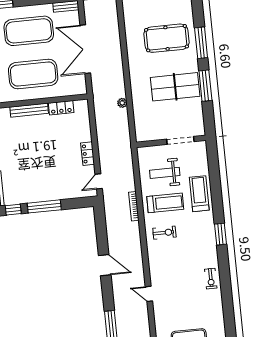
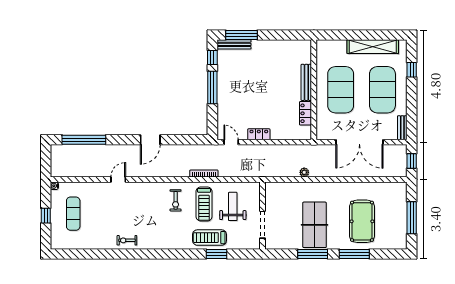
double door: (85, 49) -> (359, 142), swing flipped
treadmill: (199, 194) -> (209, 238), turned 180
window: (220, 234) -> (216, 254), moved

